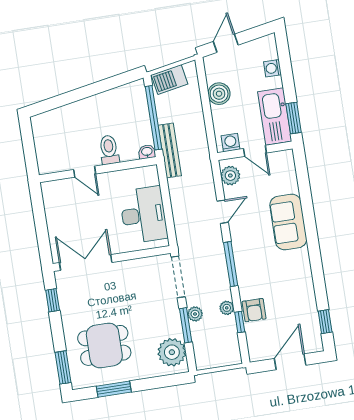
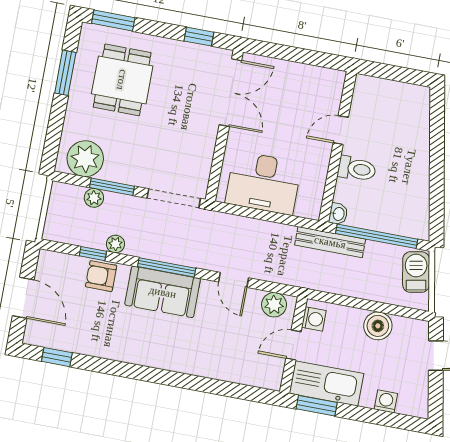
sofa: (288, 222) -> (163, 292), moved, turned 180
plant: (195, 314) -> (94, 198), moved

